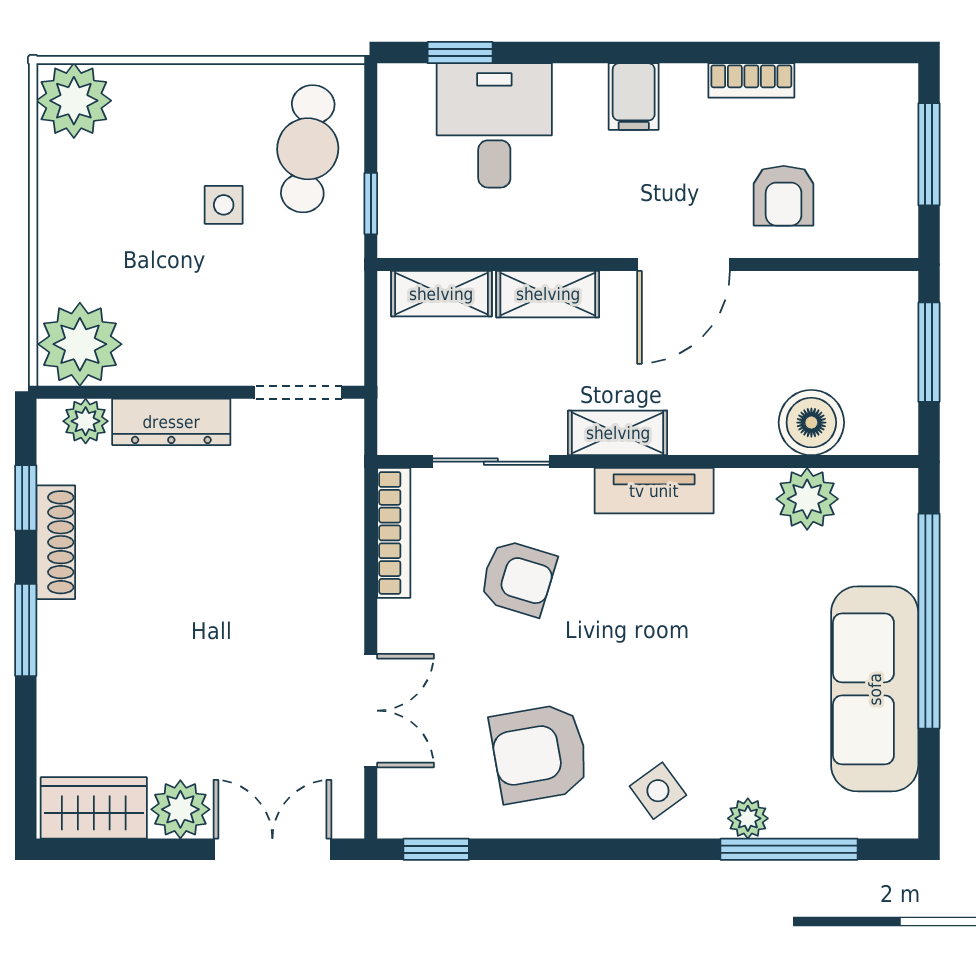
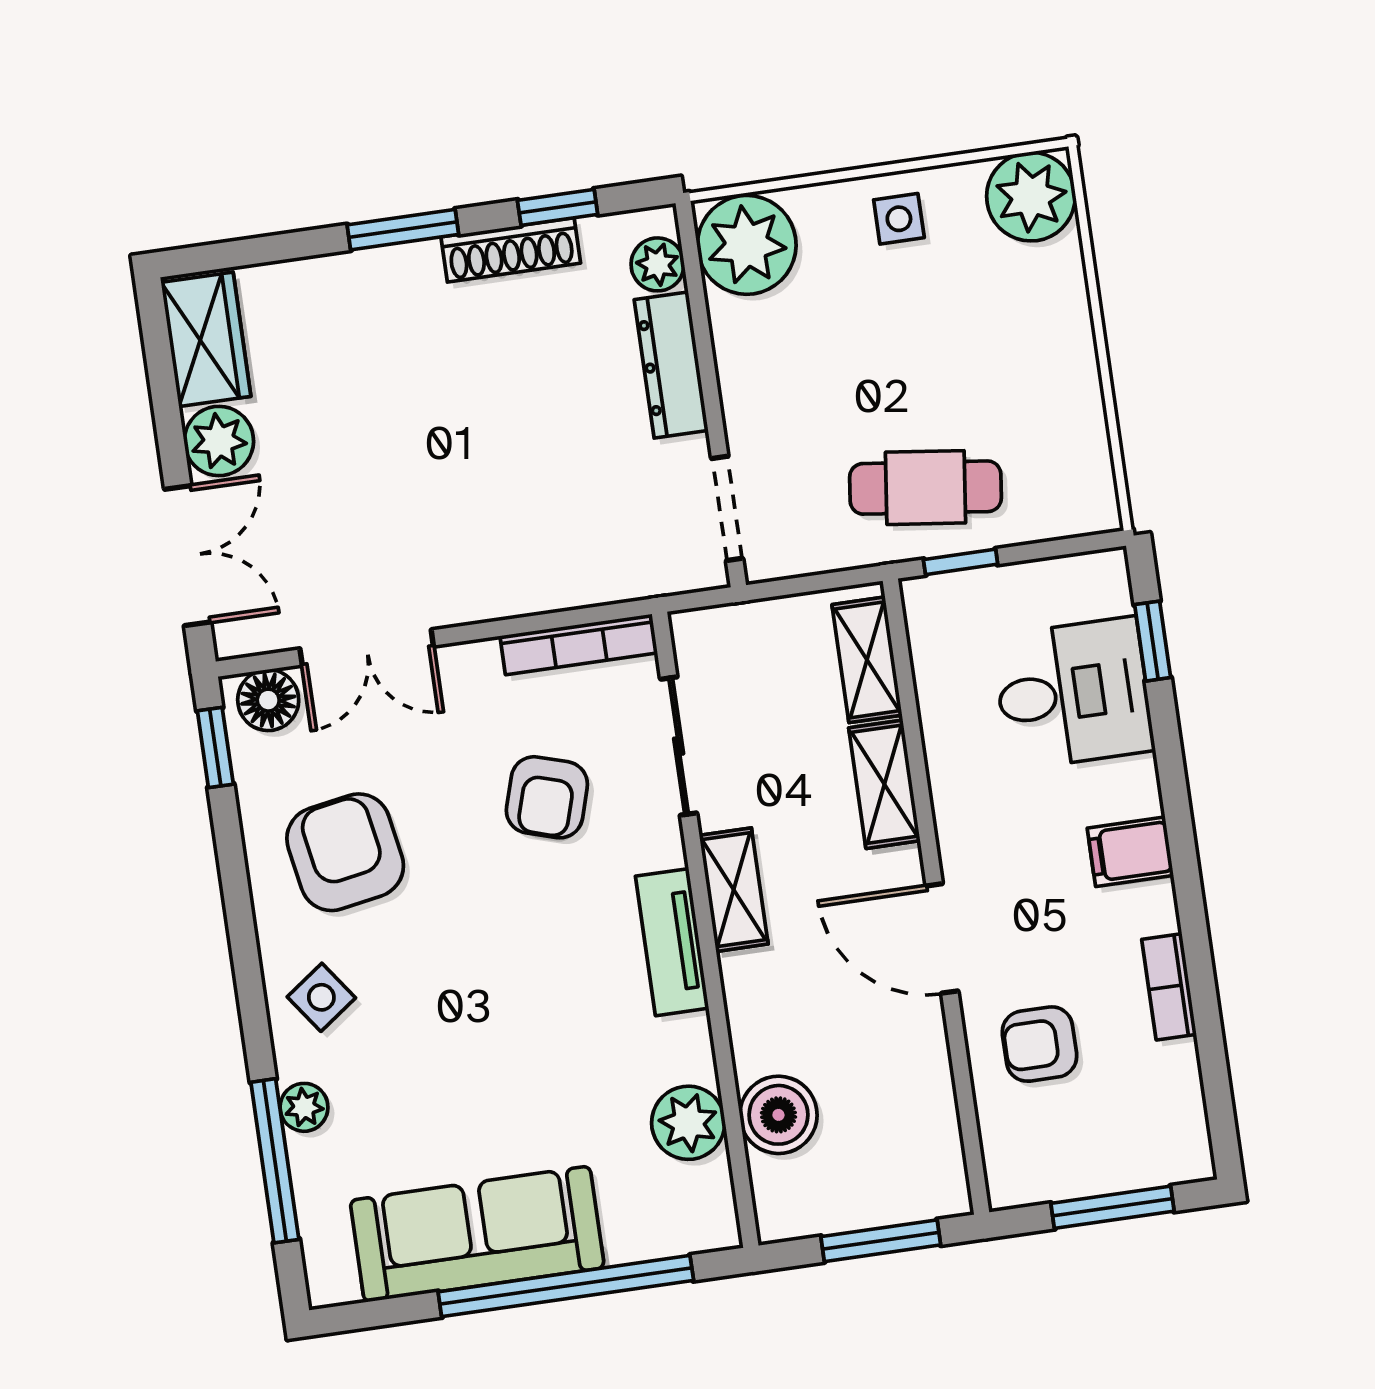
cafe table: (308, 149) -> (925, 488), moved
side table: (224, 205) -> (899, 219), moved
floor lamp: (403, 799) -> (268, 700), added

